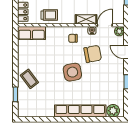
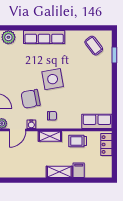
shelving: (86, 19) -> (50, 136), moved
coffee table: (29, 79) -> (94, 46), moved
row of seats: (80, 111) -> (44, 37), width x0.73

